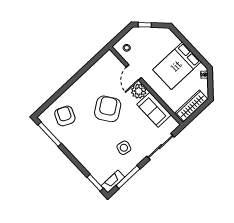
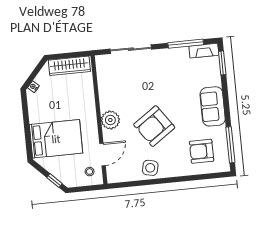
bed: (177, 66) -> (56, 139), moved
door: (134, 72) -> (102, 155), moved
sofa: (154, 110) -> (213, 106), moved, turned 180
armchair: (65, 116) -> (202, 151), turned 66
side table: (124, 148) -> (150, 168), moved

